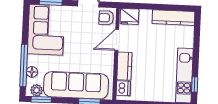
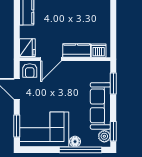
door: (117, 40) -> (51, 59), hinge flipped
floor lamp: (32, 72) -> (75, 142), moved
sofa: (76, 85) -> (100, 106), width x0.74, depth x0.79

